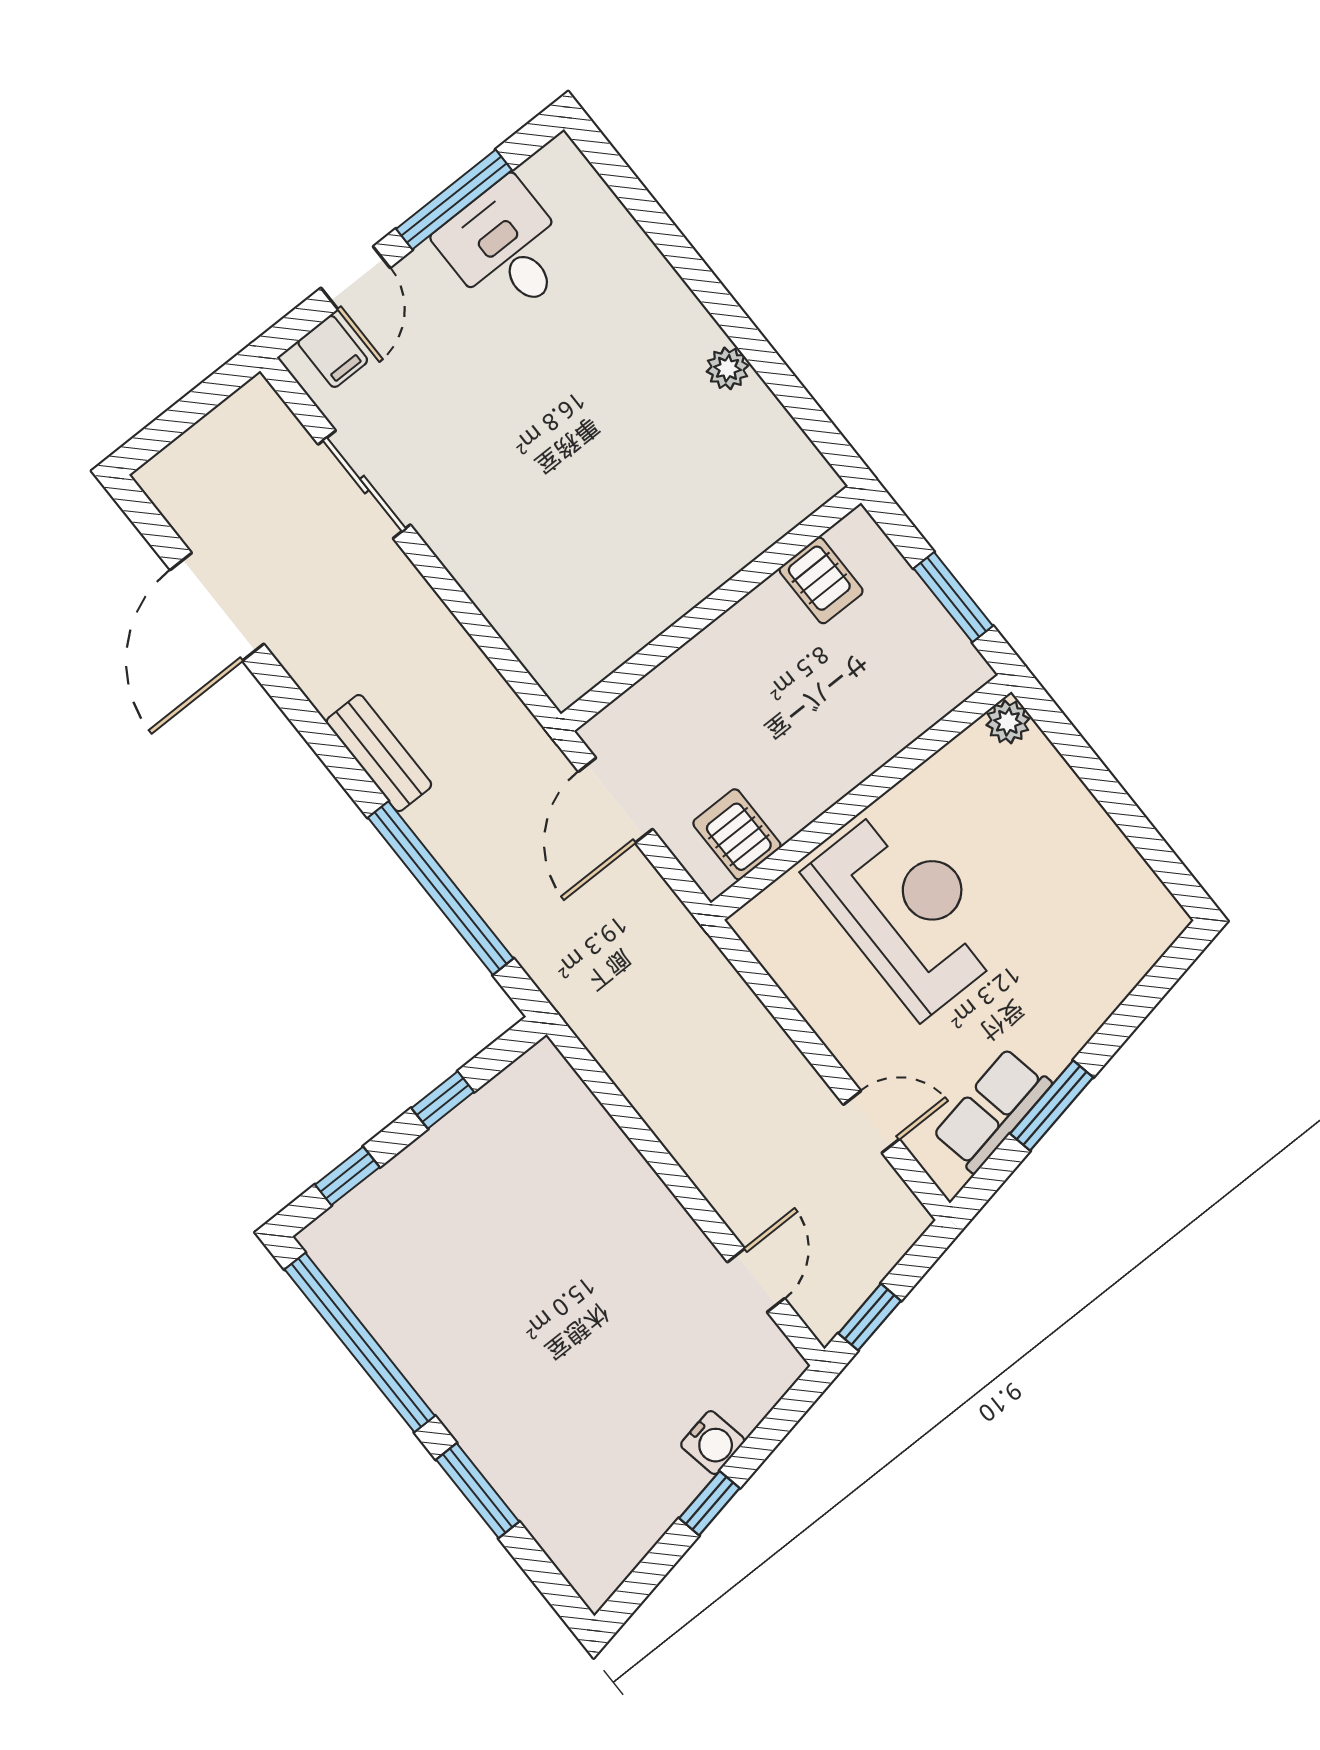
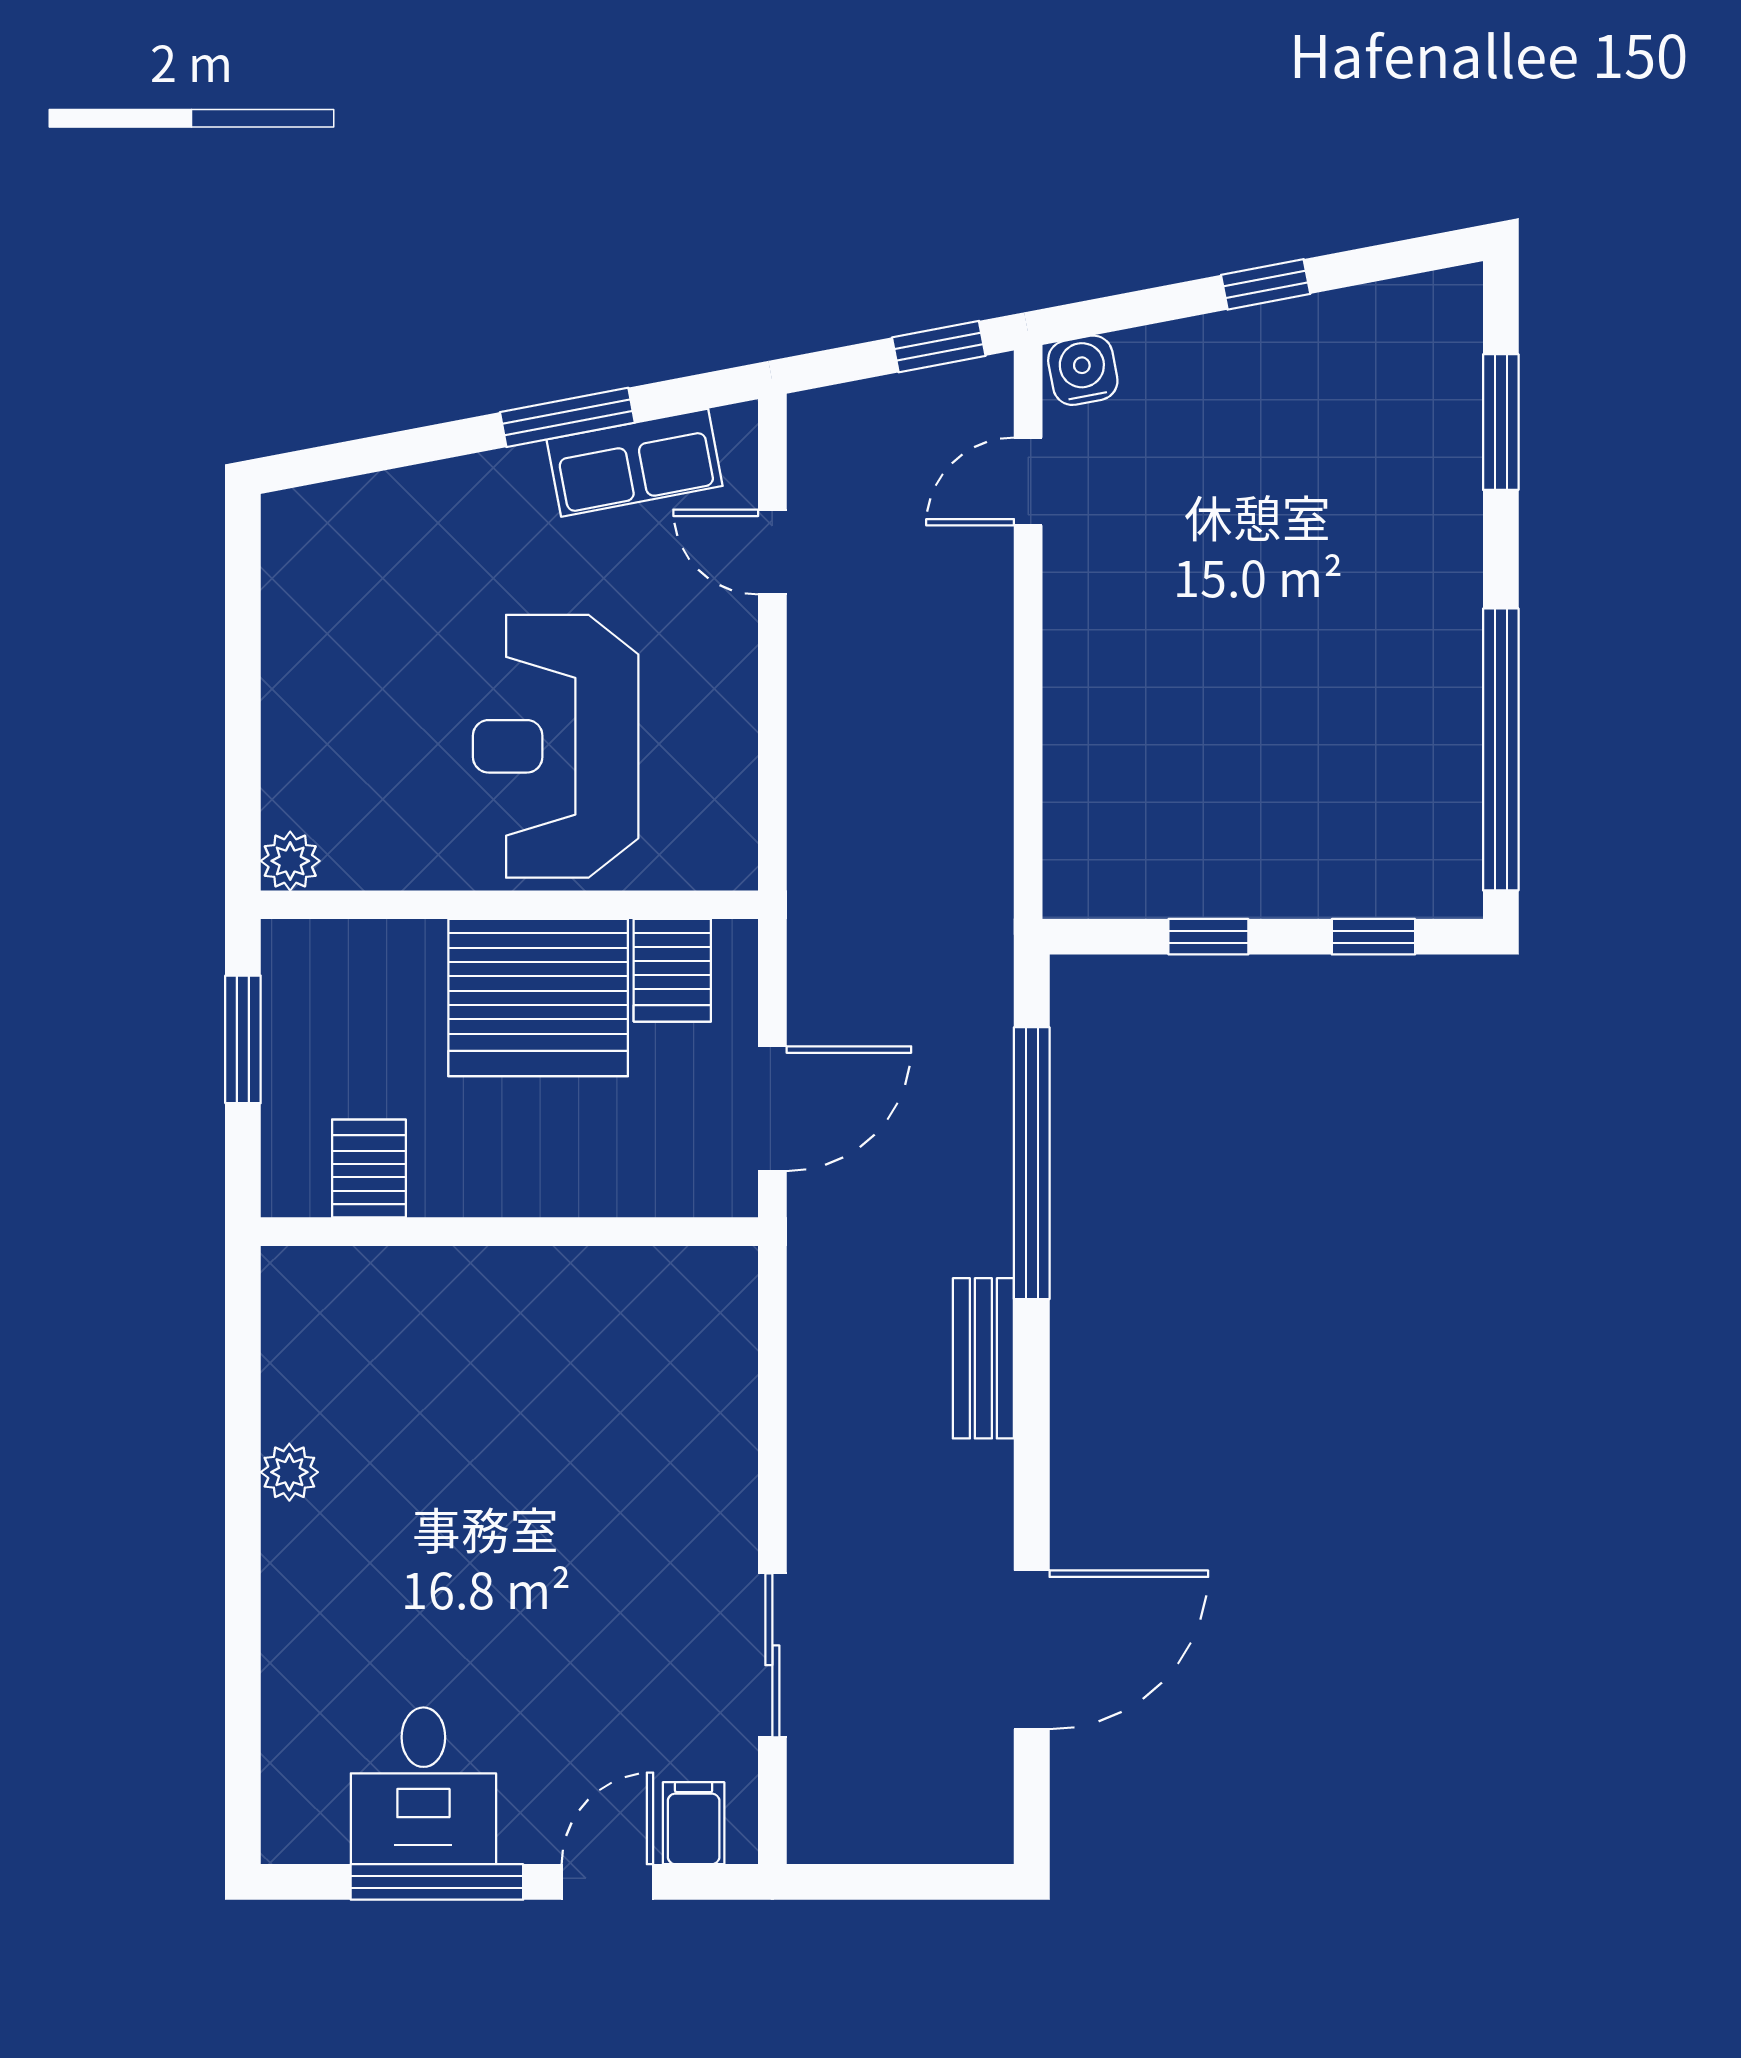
server rack: (802, 757) -> (538, 998), added
water cooler: (713, 1443) -> (1083, 370), moved
window: (478, 1491) -> (1501, 422), moved

